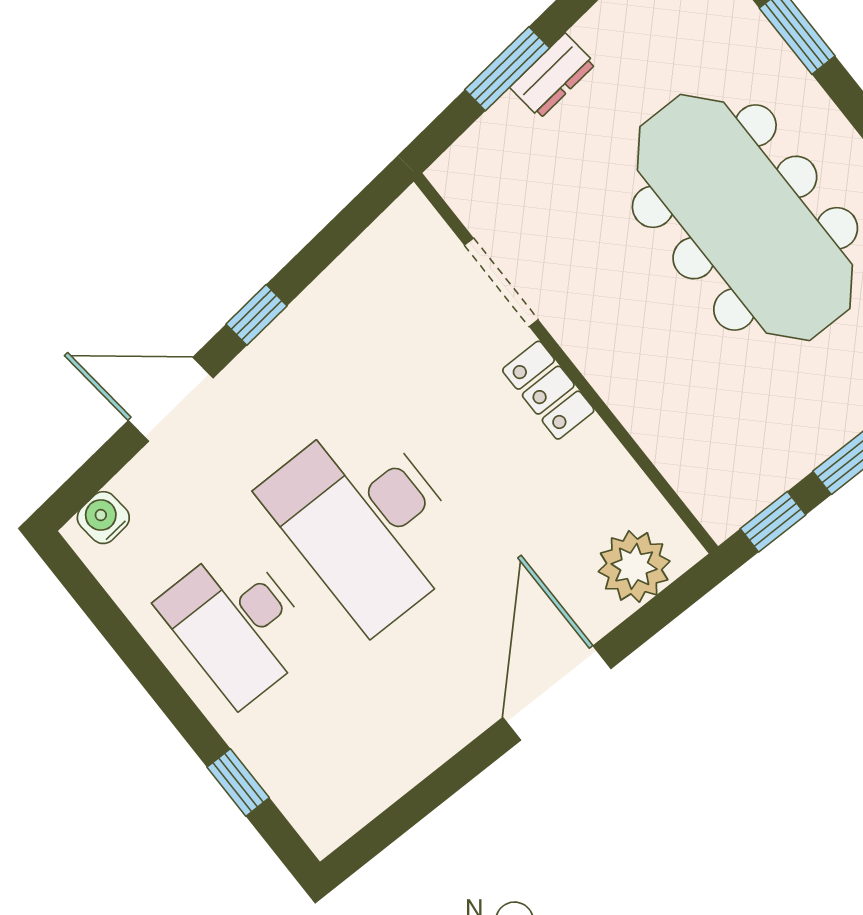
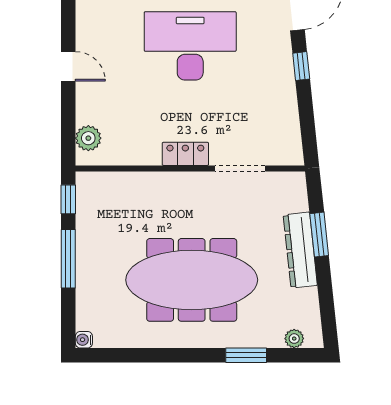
dresser: (553, 76) -> (300, 250), width x1.96, depth x1.24
plant: (634, 566) -> (88, 138), width x0.73, depth x0.73
door: (557, 693) -> (68, 66), width x0.53

